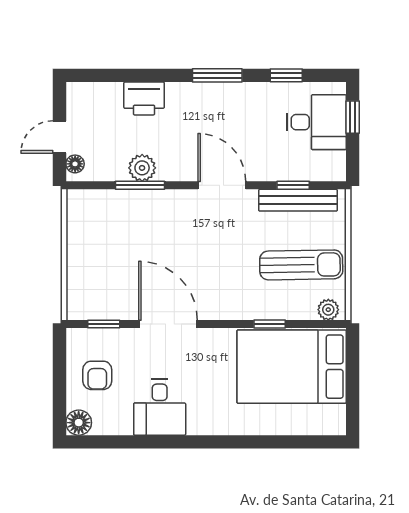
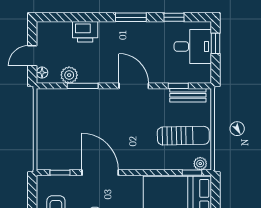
plant: (142, 168) -> (69, 75), moved
bench: (298, 200) -> (188, 95), width x0.73
window: (270, 324) -> (192, 173), moved

